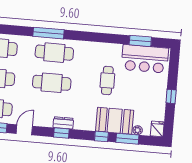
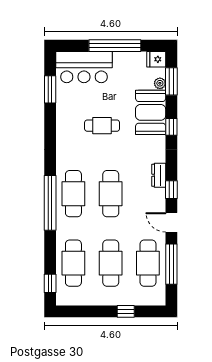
window: (49, 33) -> (50, 203), width x1.46
bar counter: (145, 59) -> (84, 67), moved, turned 90
window: (171, 96) -> (115, 46), width x3.17
window: (61, 133) -> (171, 190), moved
window: (127, 139) -> (171, 81), moved

